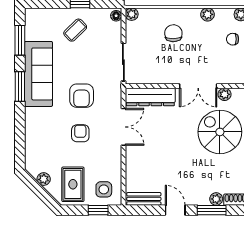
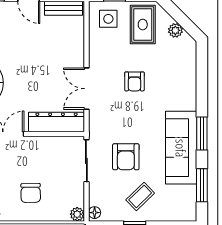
armchair: (82, 96) -> (126, 157), moved, turned 180

